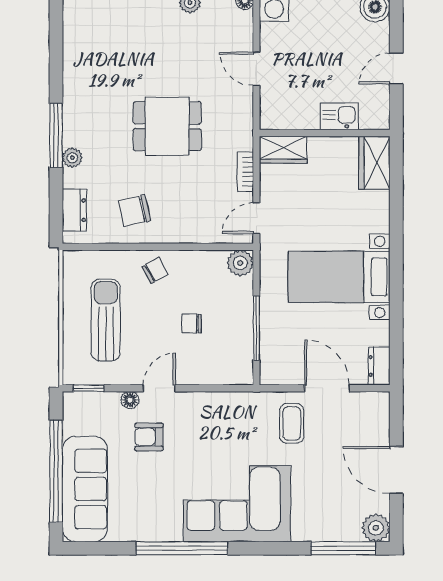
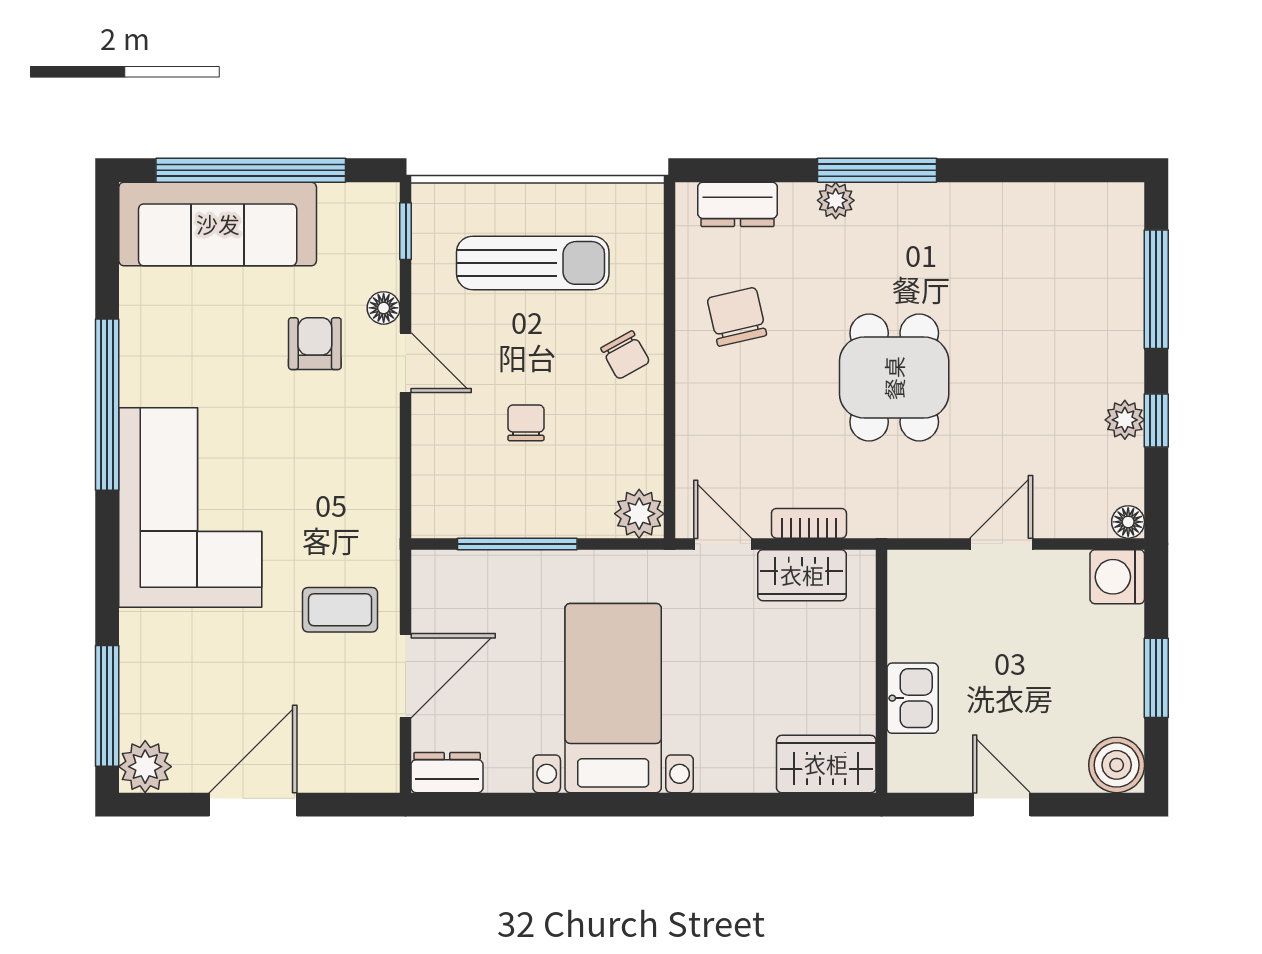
wardrobe: (283, 150) -> (802, 575), moved, turned -90

